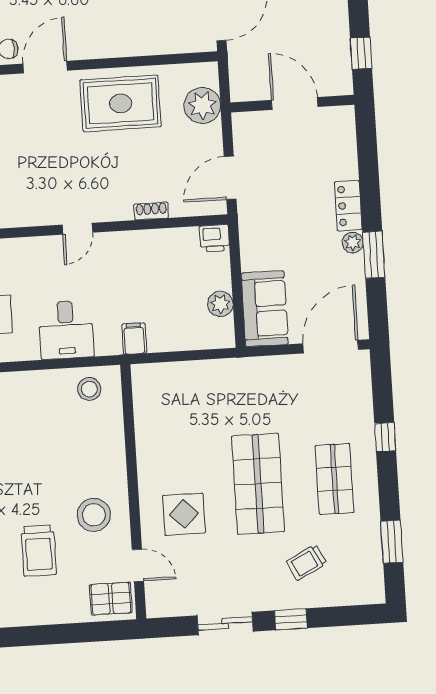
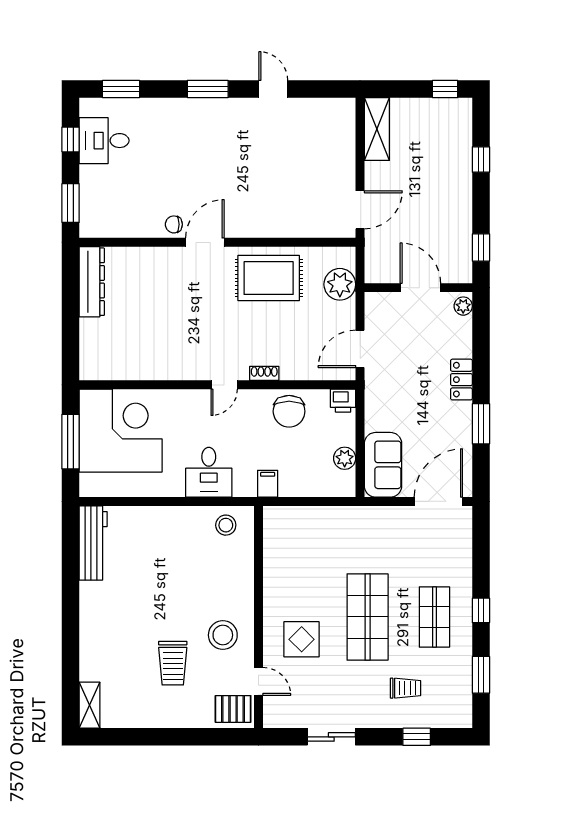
shoe rack: (151, 211) -> (264, 373), moved
plant: (353, 243) -> (463, 306), moved
chair: (153, 254) -> (289, 411), added
window: (385, 437) -> (481, 610), moved
trolley: (306, 562) -> (405, 688), turned -153
window: (291, 619) -> (417, 737), moved

